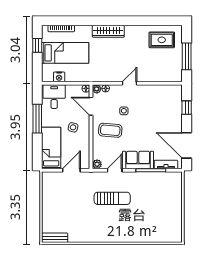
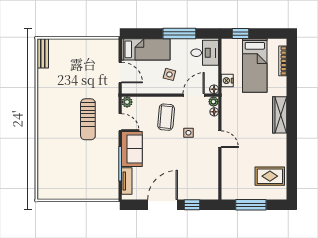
rug: (162, 40) -> (270, 176), turned 90
window: (37, 45) -> (240, 33), moved
nightstand: (59, 77) -> (227, 81), moved
door: (187, 145) -> (163, 205), moved

